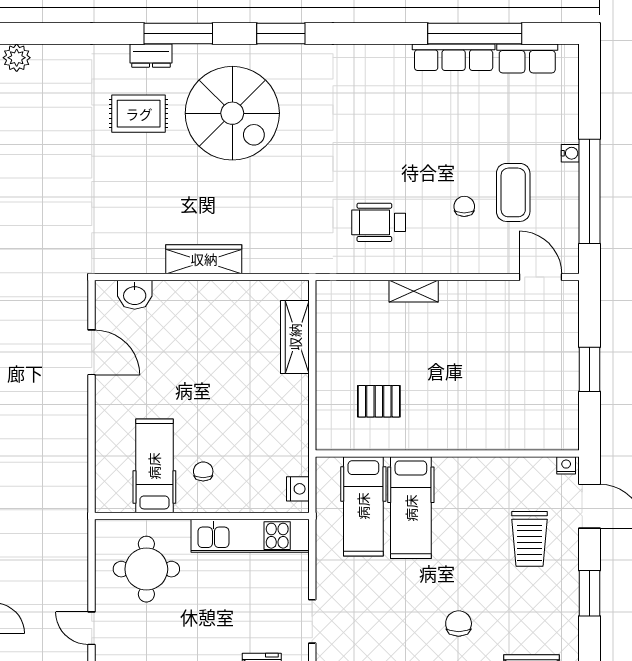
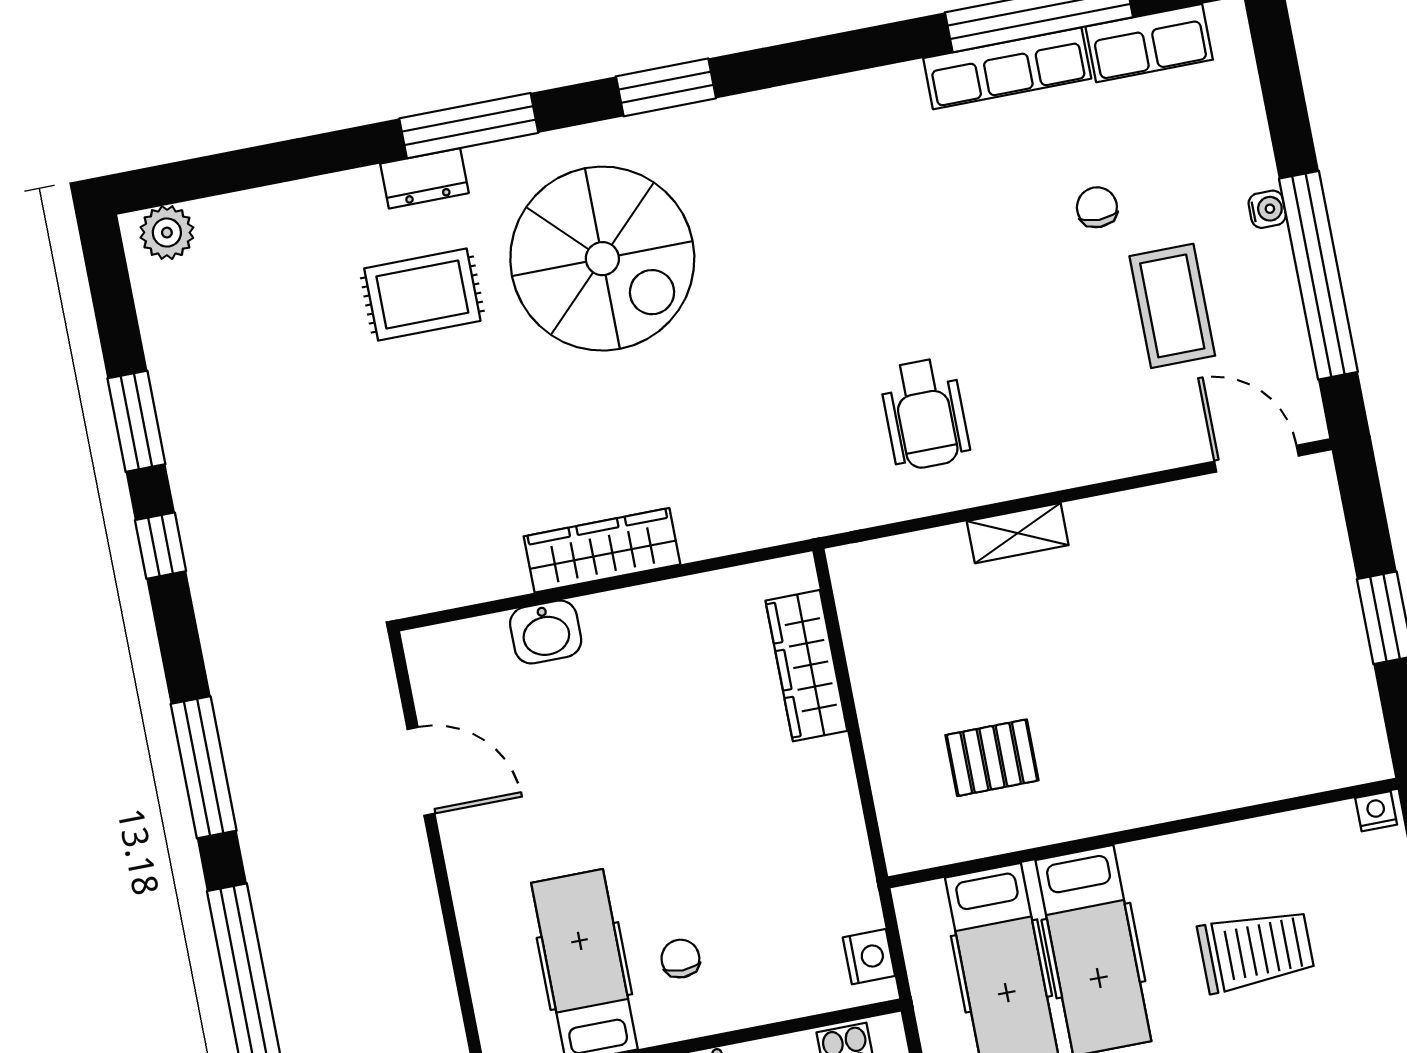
chair: (464, 206) -> (1097, 207), moved
wheelchair: (379, 222) -> (925, 414), turned -90
washbasin: (135, 295) -> (546, 632), moved
trolley: (529, 539) -> (1256, 950), moved, turned -90

